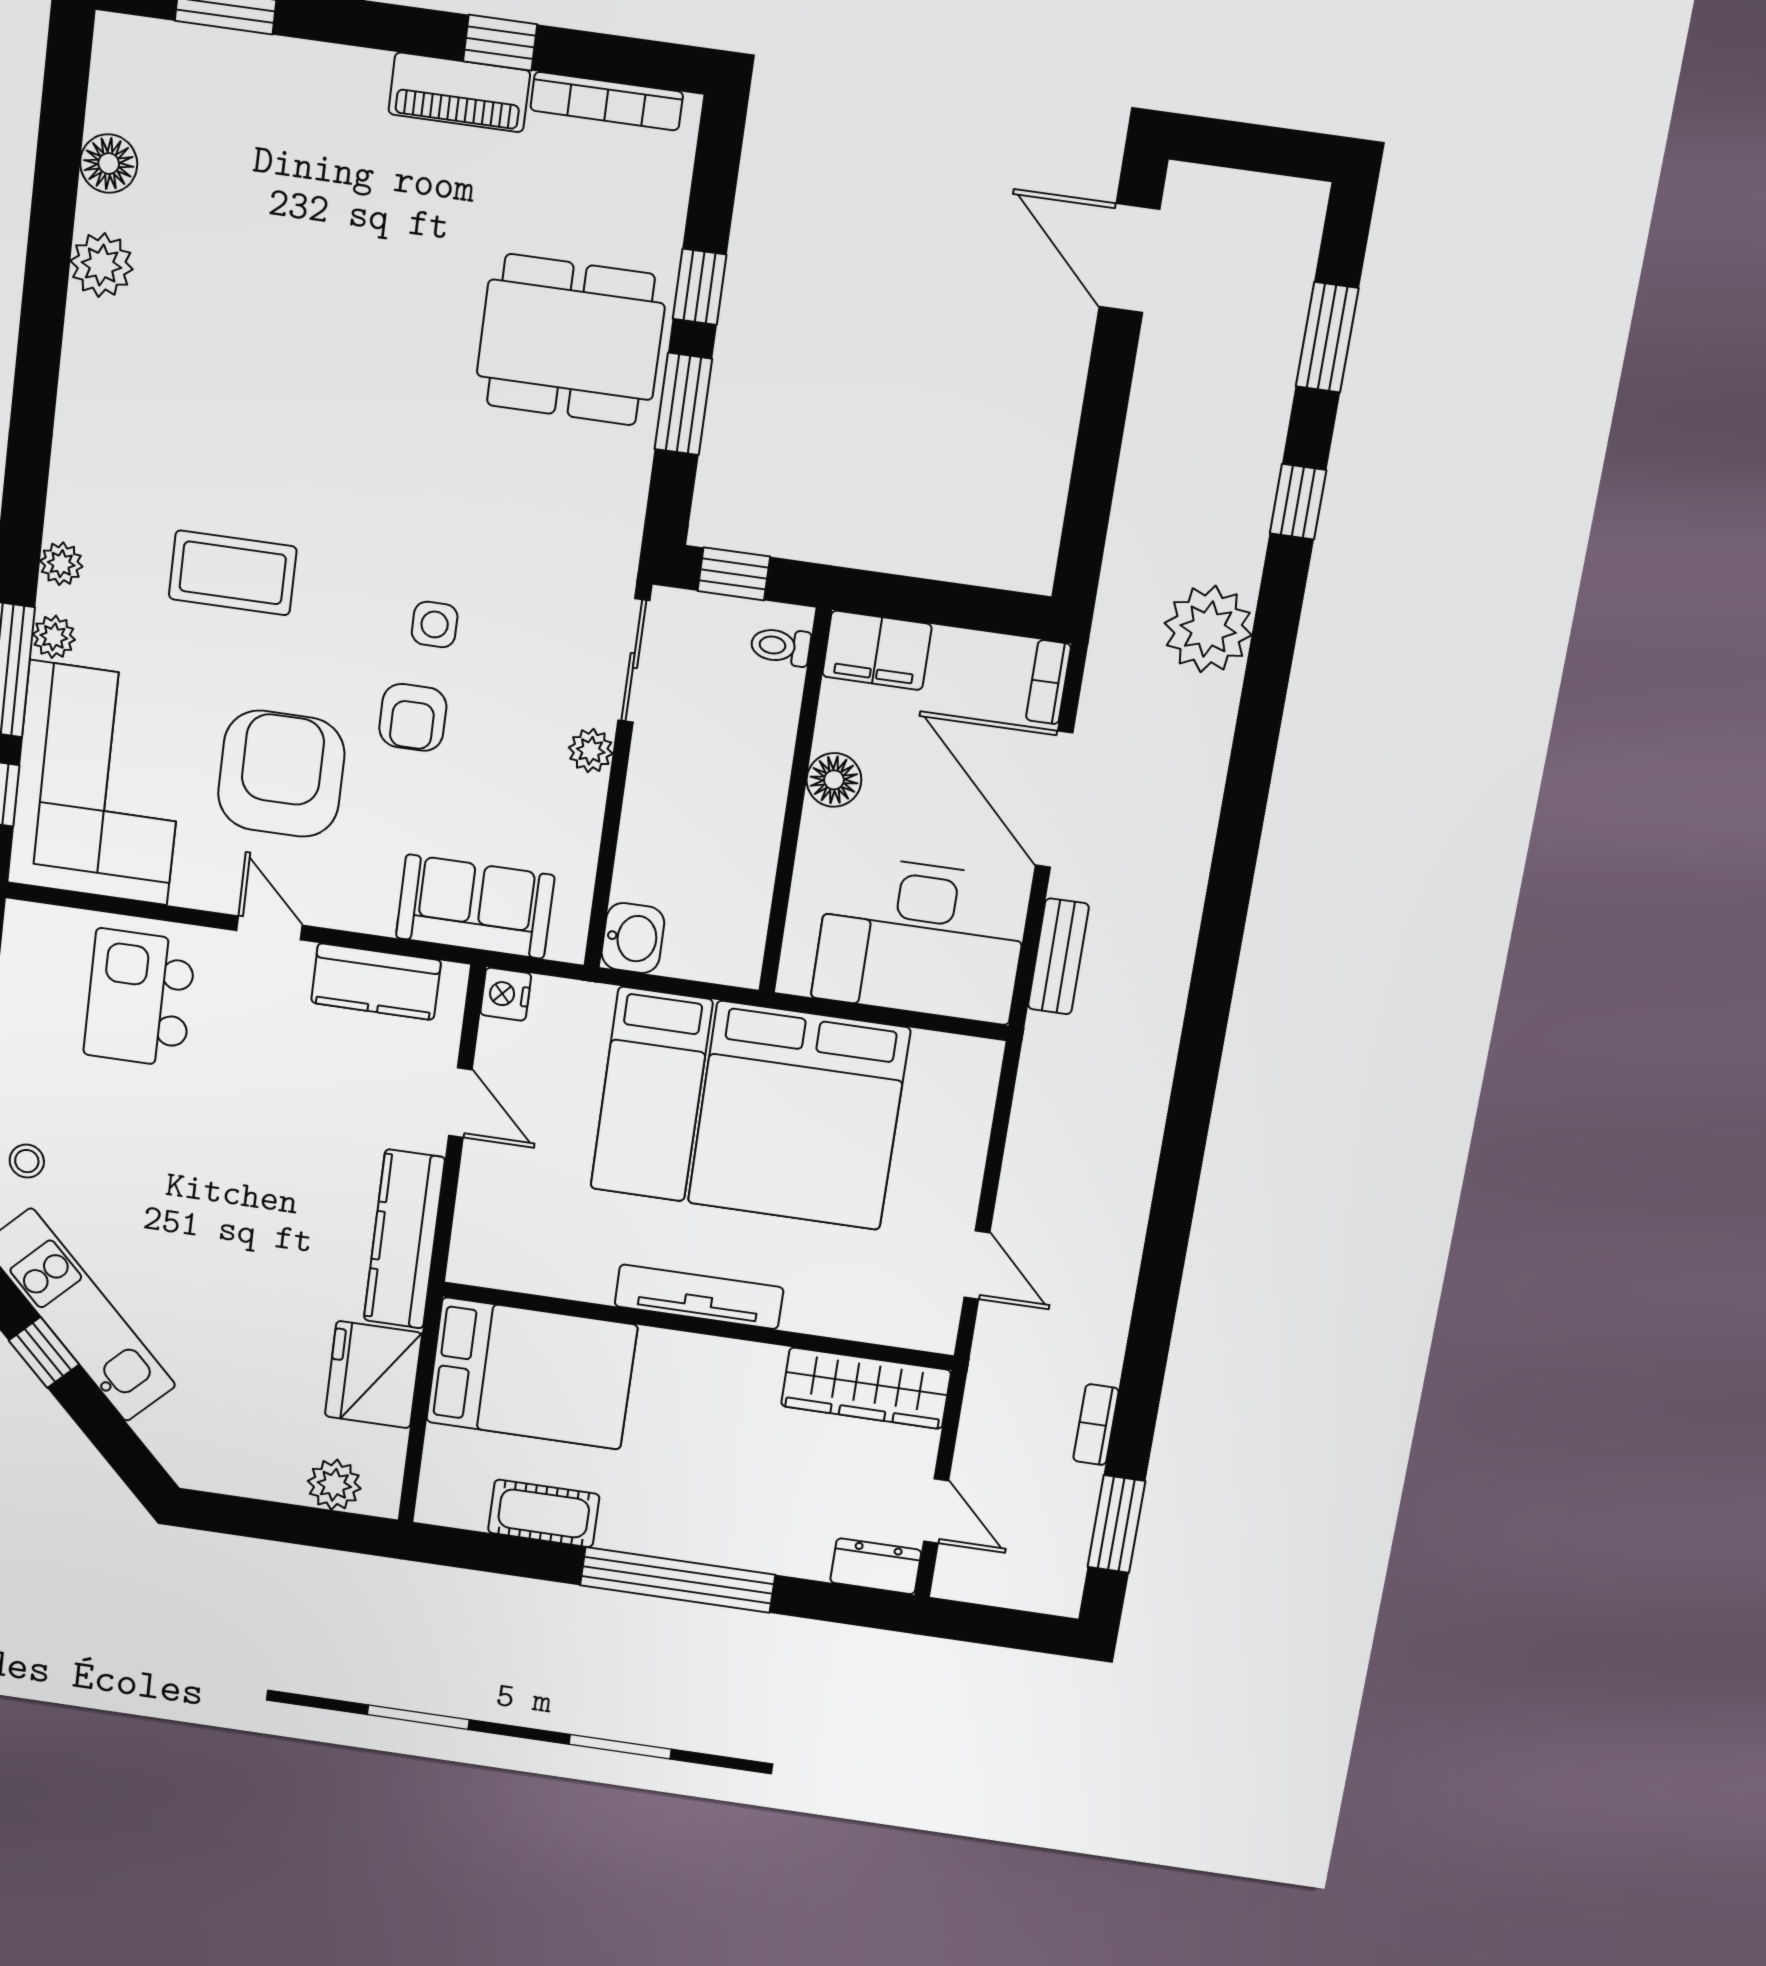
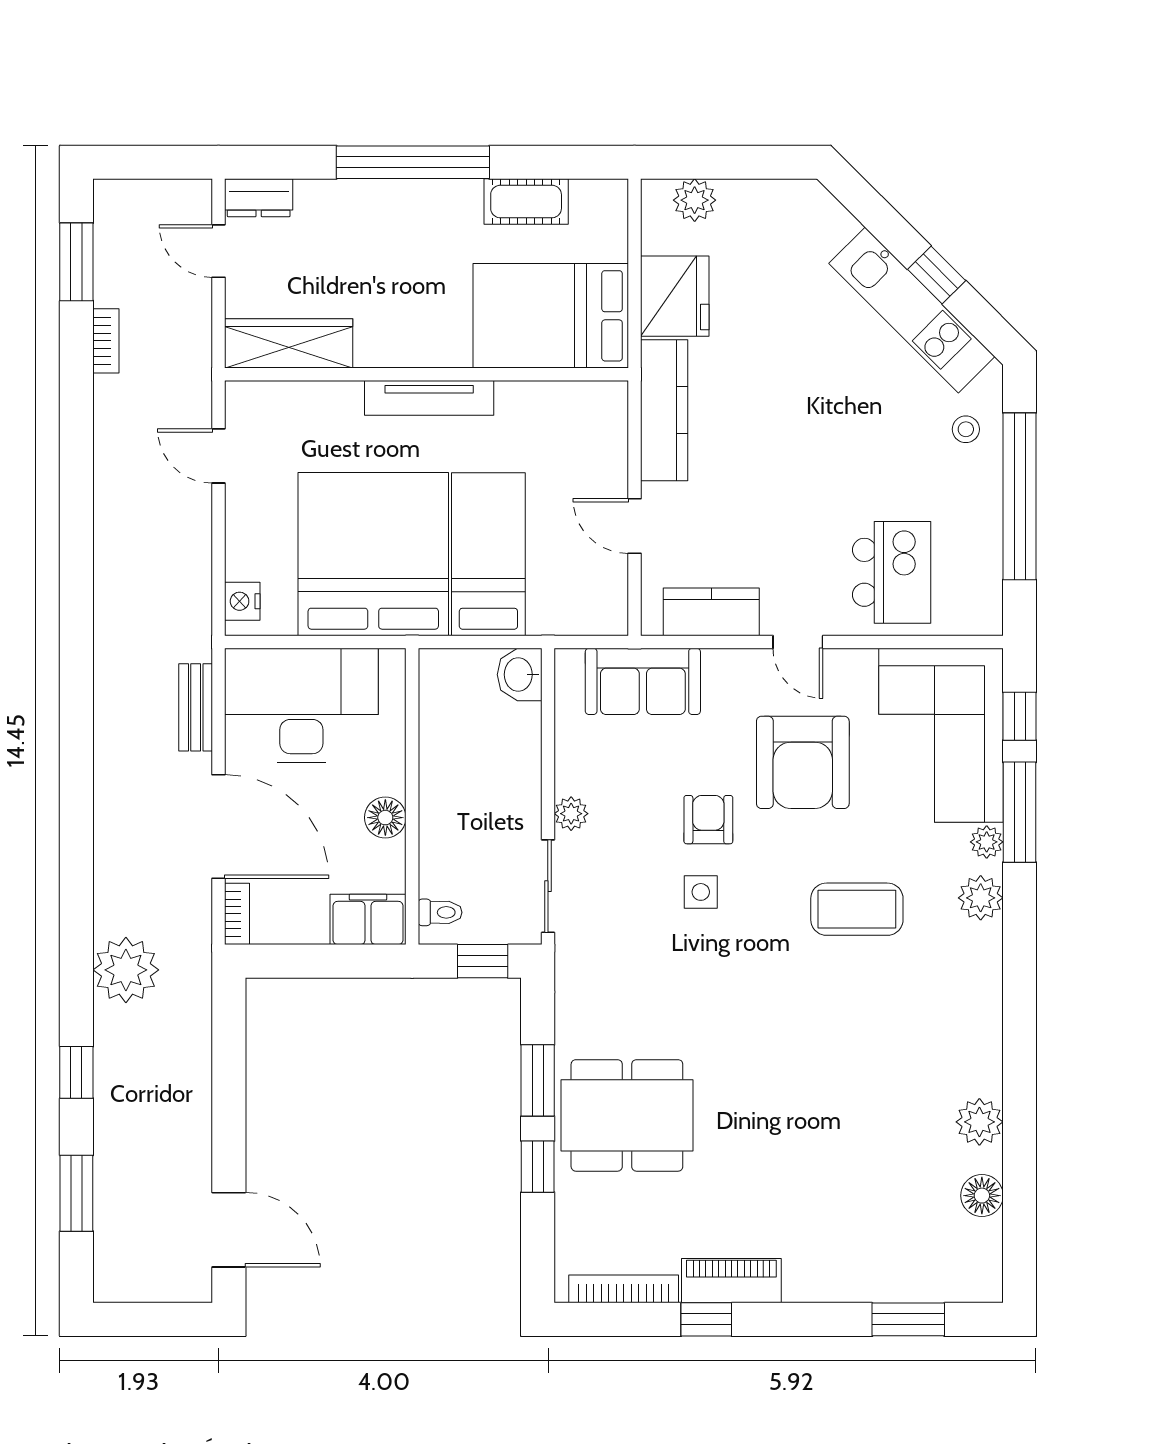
plant: (61, 564) -> (981, 898), width x1.38, depth x1.38
nightstand: (506, 994) -> (242, 601), moved, turned 180

